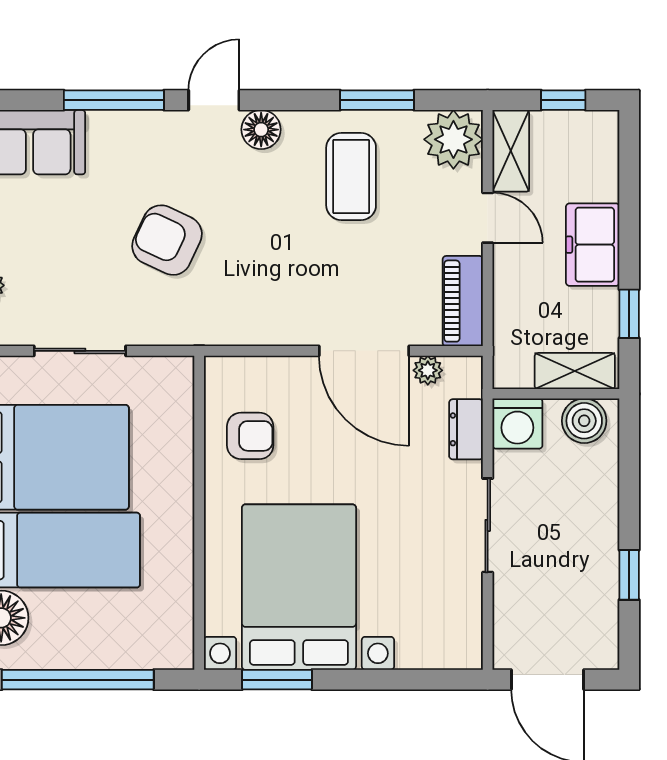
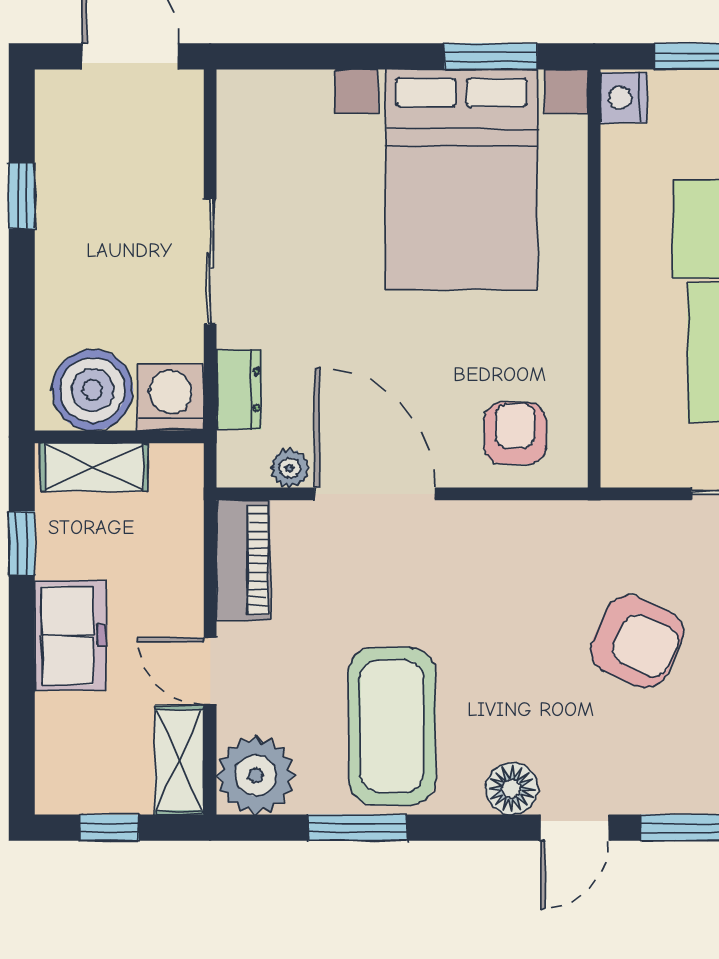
coffee table: (351, 176) -> (392, 726), width x1.36, depth x1.32
boiler: (584, 421) -> (93, 390), width x1.37, depth x1.37
armchair: (250, 436) -> (515, 433), moved, turned 90
nightstand: (177, 649) -> (624, 98), added

